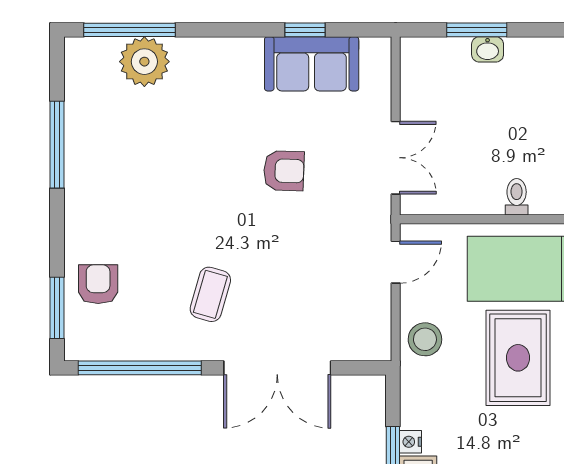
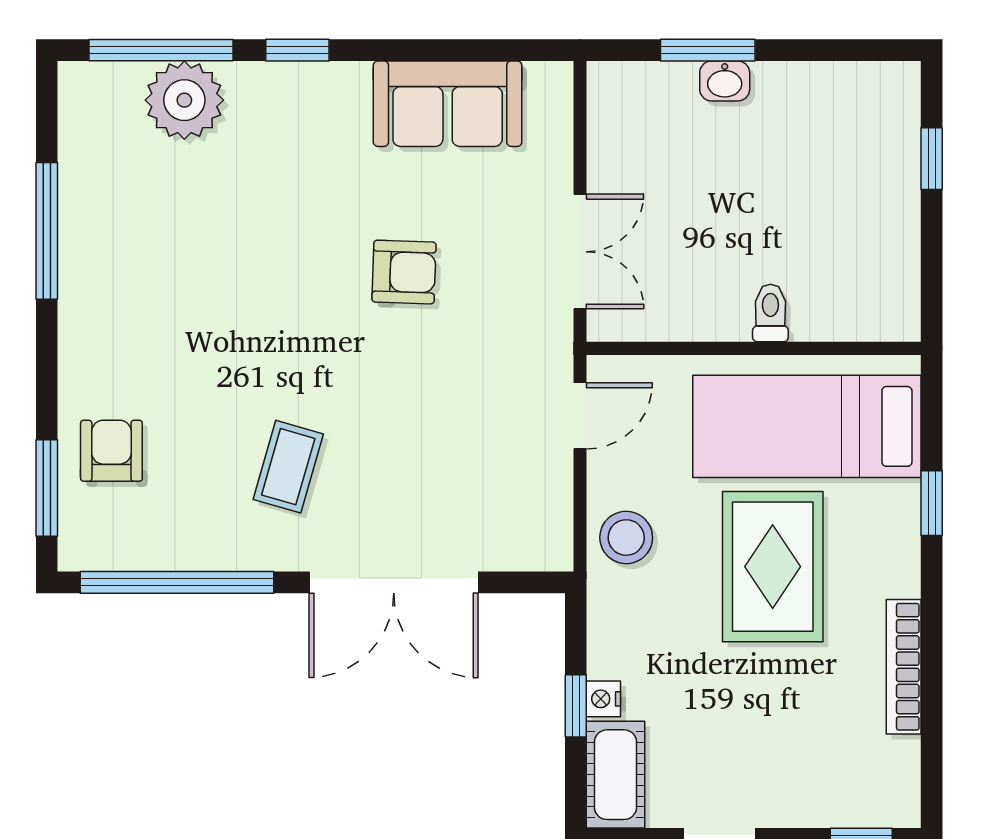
window: (305, 30) -> (297, 50), moved

